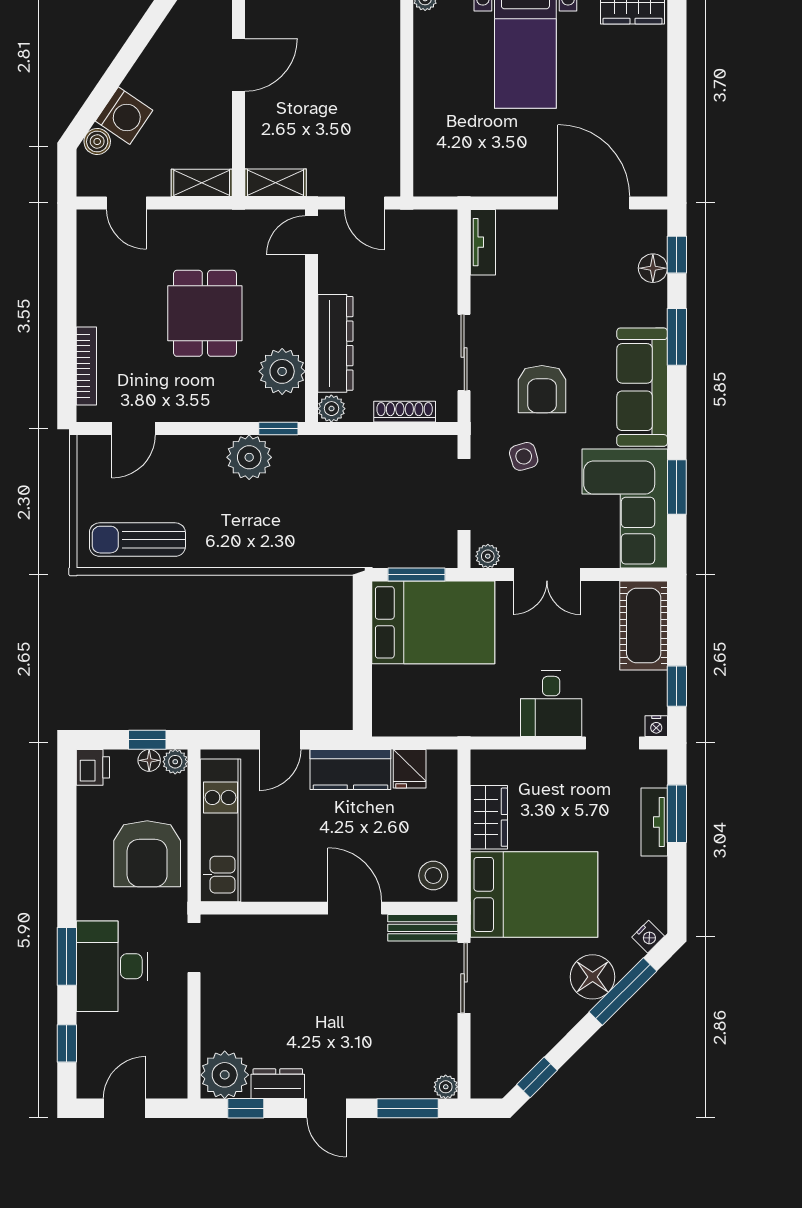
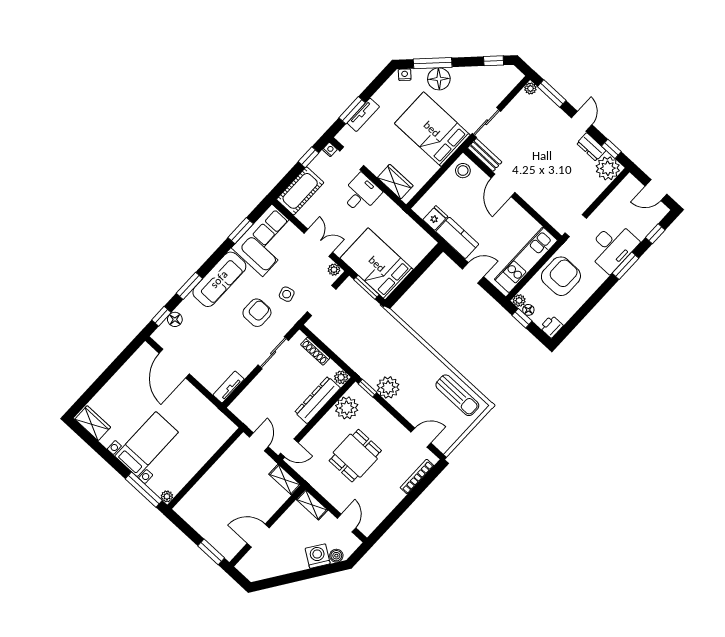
wardrobe: (489, 817) -> (395, 182), moved, turned 90

